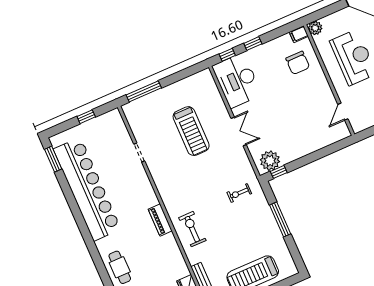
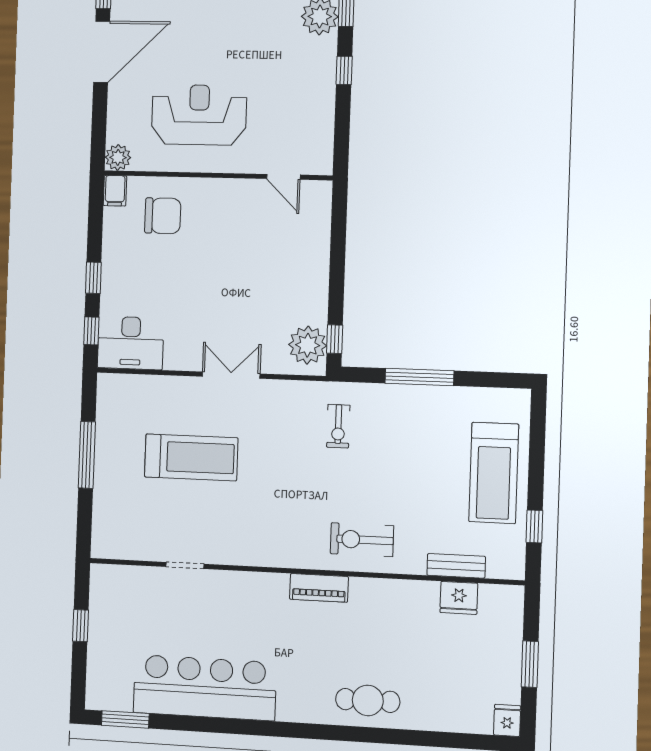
desk: (237, 80) -> (131, 343), width x0.73, depth x0.77
window: (144, 91) -> (87, 455), moved
bar counter: (87, 189) -> (205, 688), width x0.73

